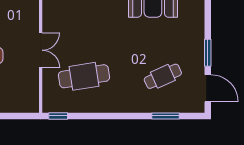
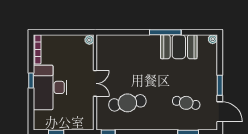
cafe table: (163, 76) -> (186, 103), turned 36

